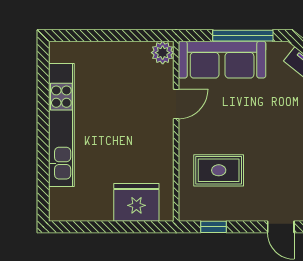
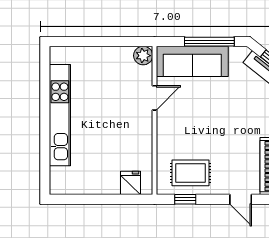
rug: (219, 170) -> (191, 173), moved
fridge: (136, 202) -> (130, 183), width x0.53, depth x0.75

